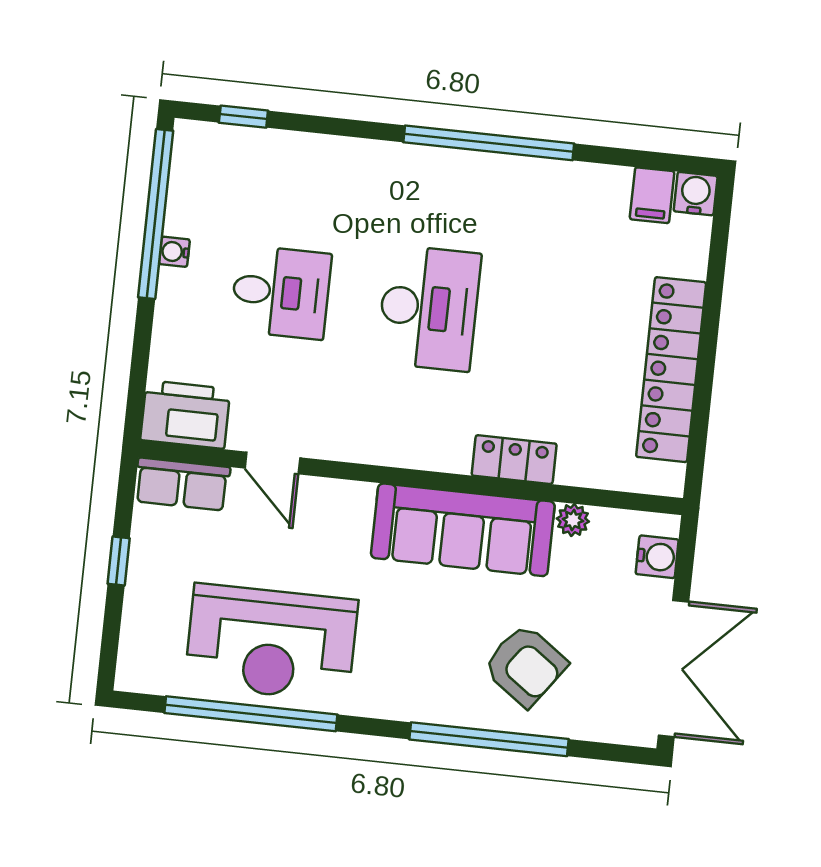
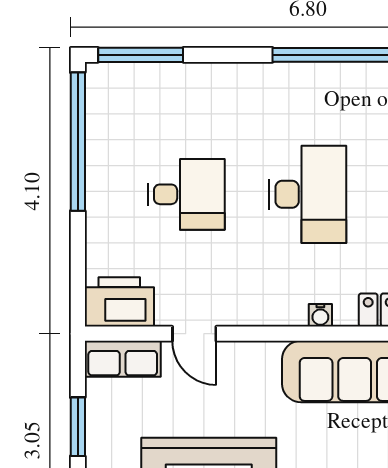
window: (243, 117) -> (141, 55), width x2.17
water cooler: (174, 252) -> (320, 315), moved, turned -90
window: (119, 561) -> (78, 427), width x1.50

